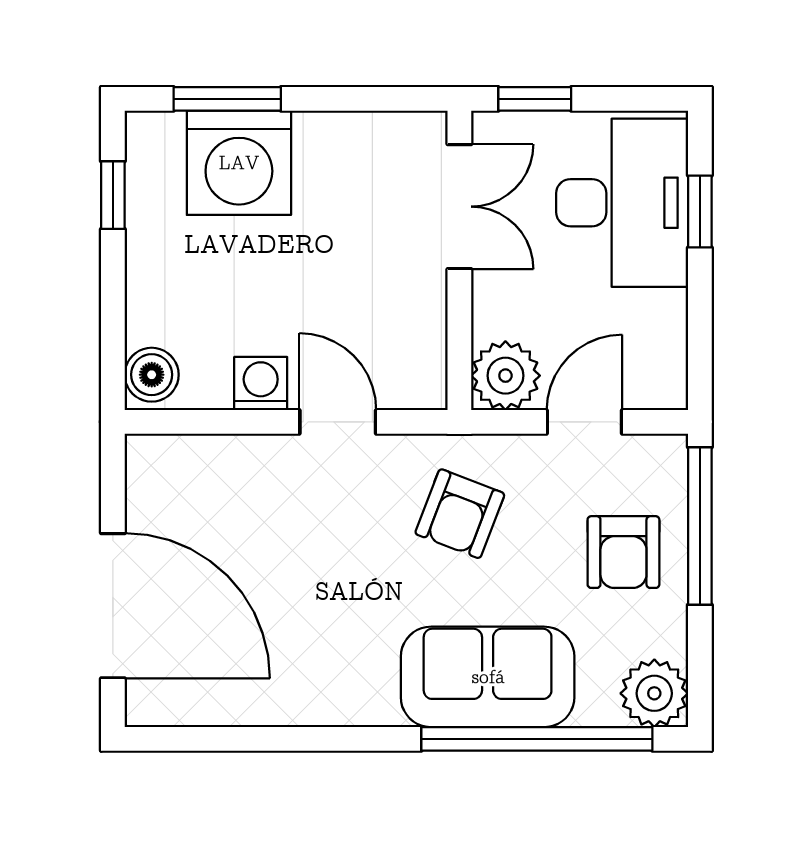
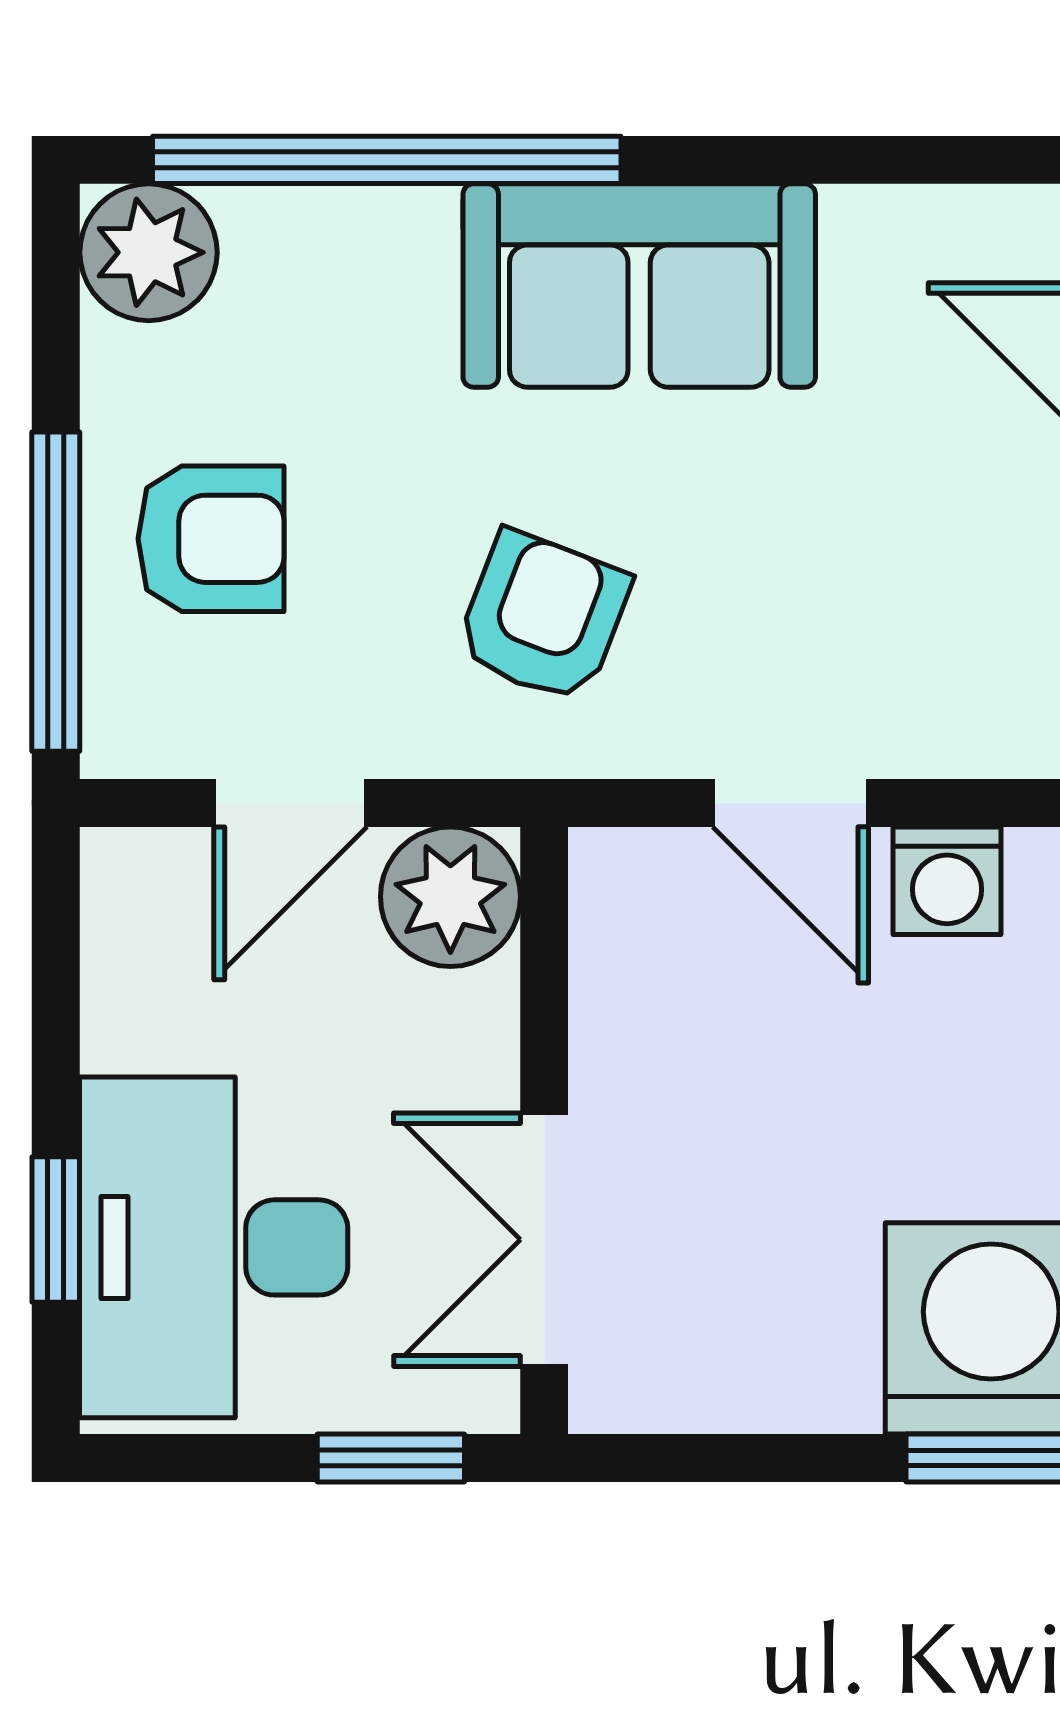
armchair: (623, 552) -> (211, 539), turned 90
sofa: (488, 677) -> (639, 286), moved

